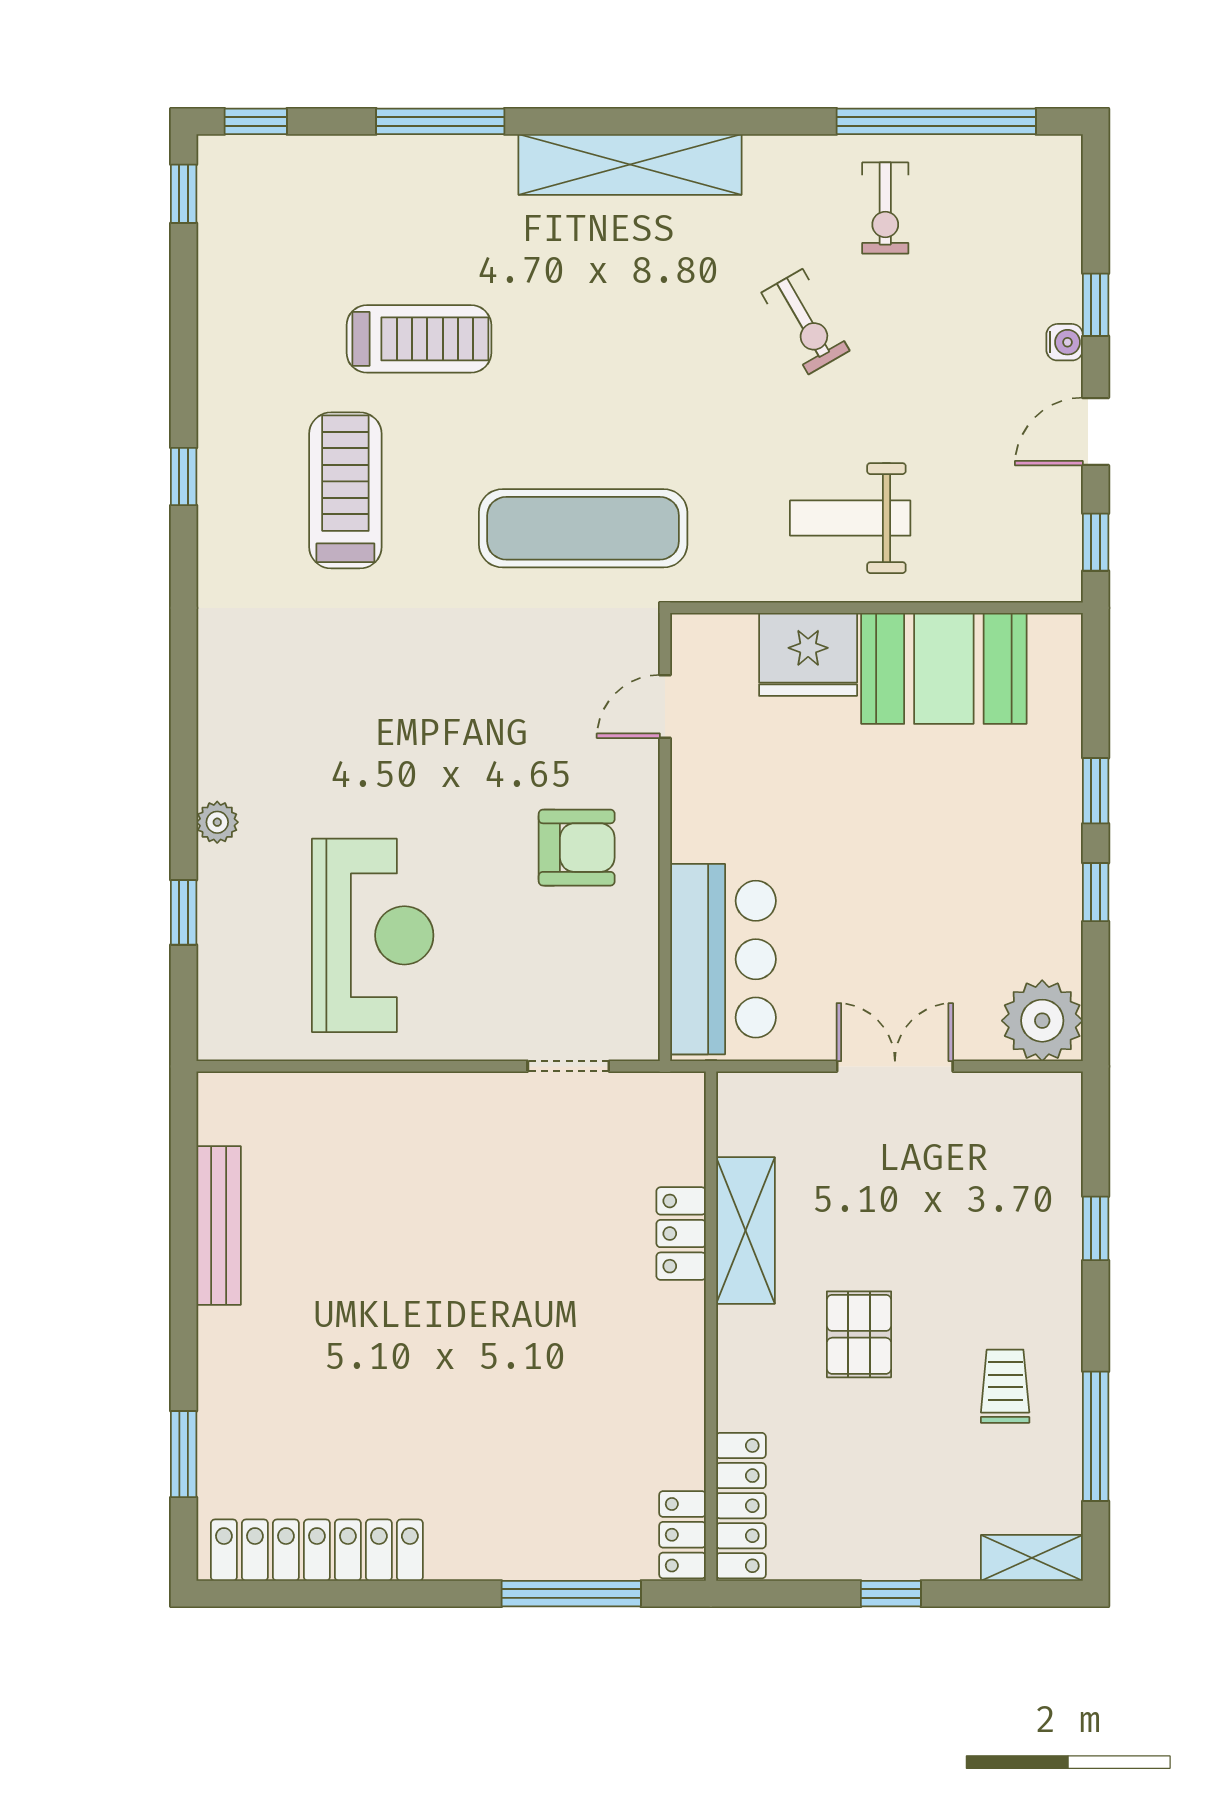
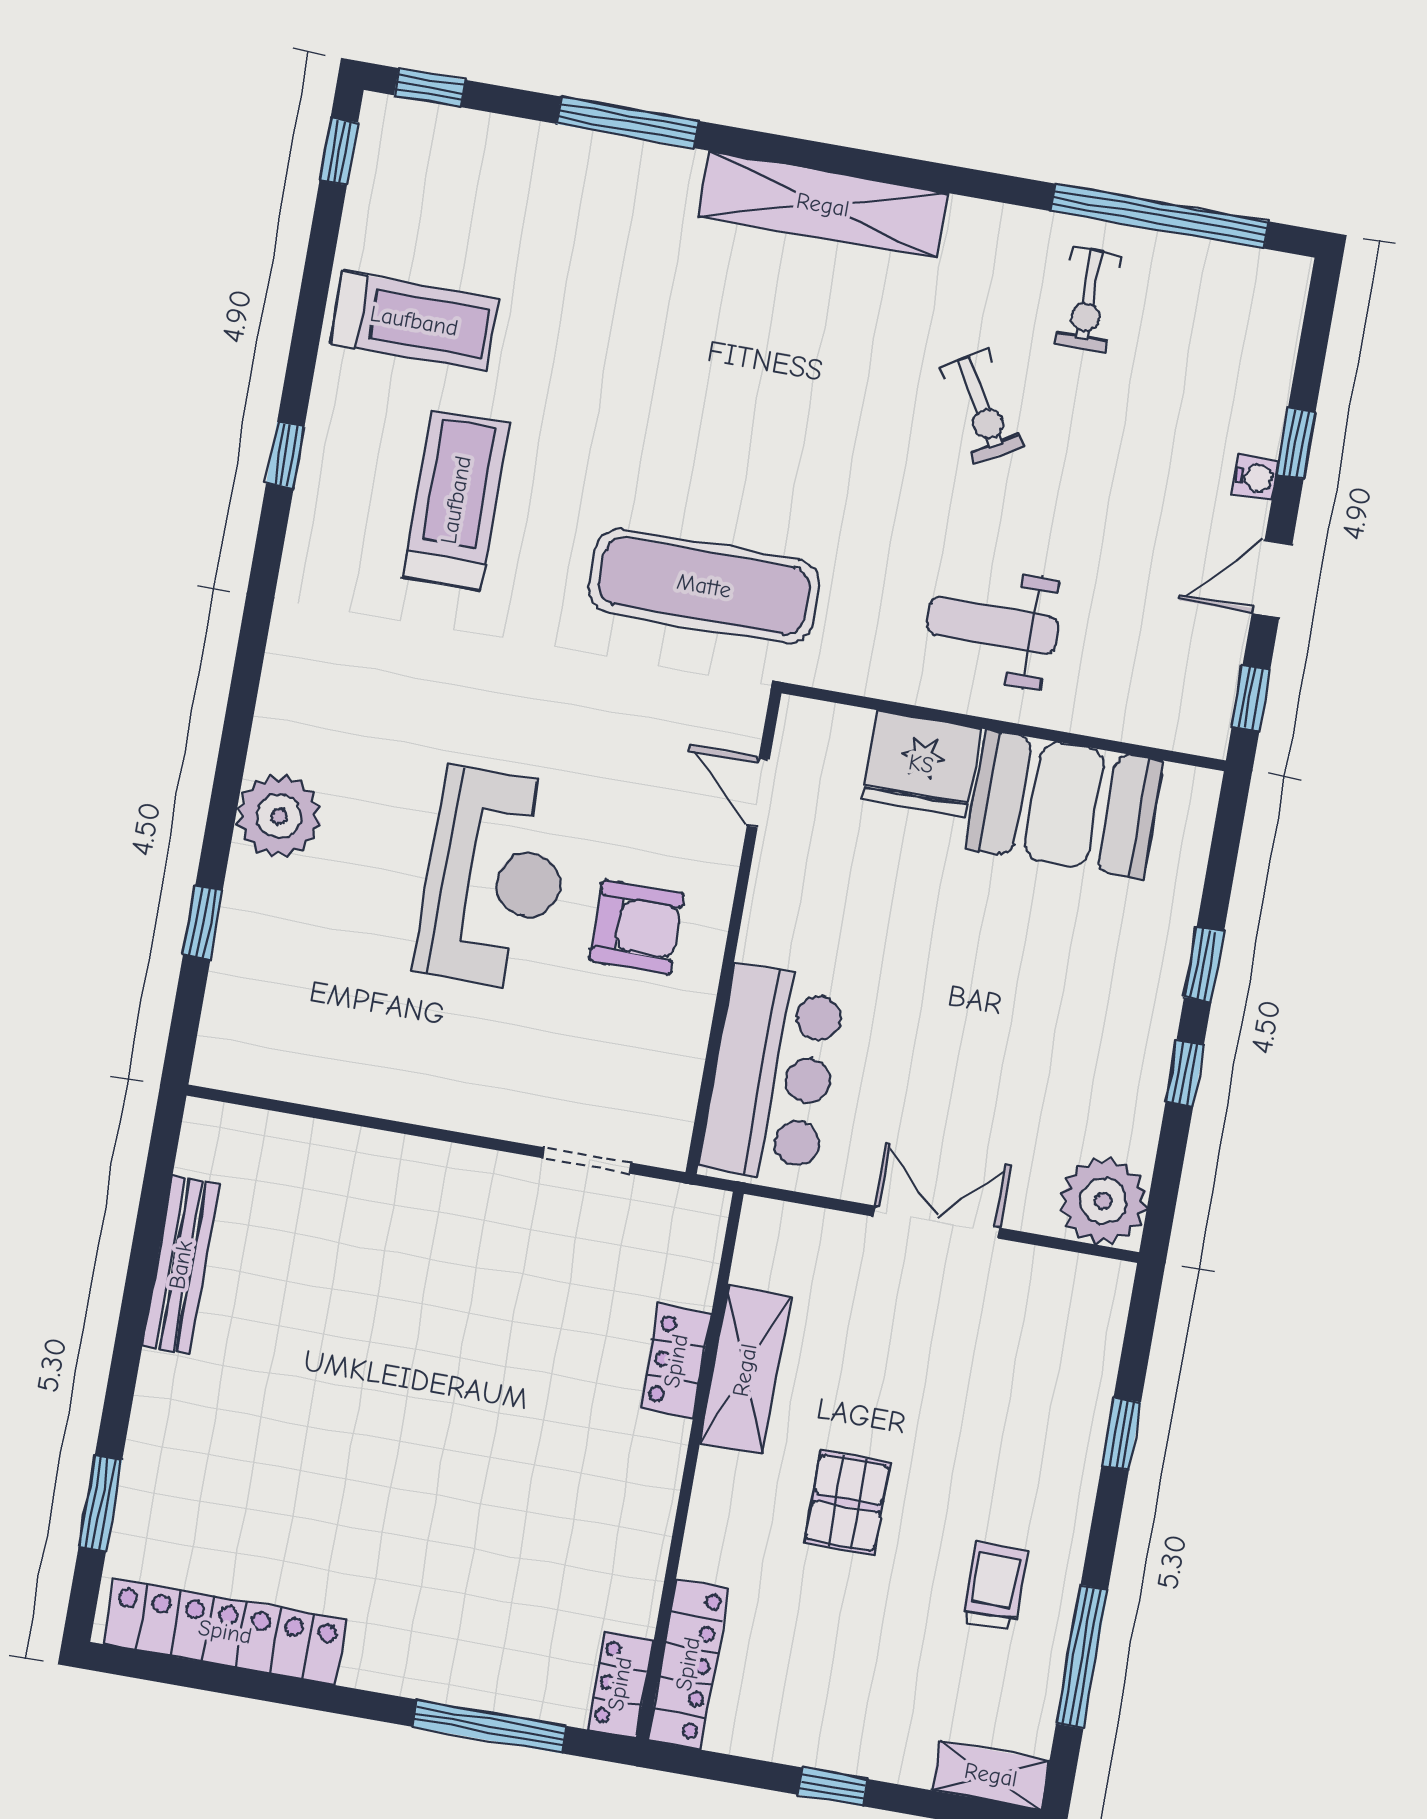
treadmill: (419, 339) -> (414, 321), moved
door: (665, 706) -> (758, 793), hinge flipped
plant: (217, 822) -> (279, 816), width x1.88, depth x1.88
reception desk: (373, 935) -> (495, 879), moved

